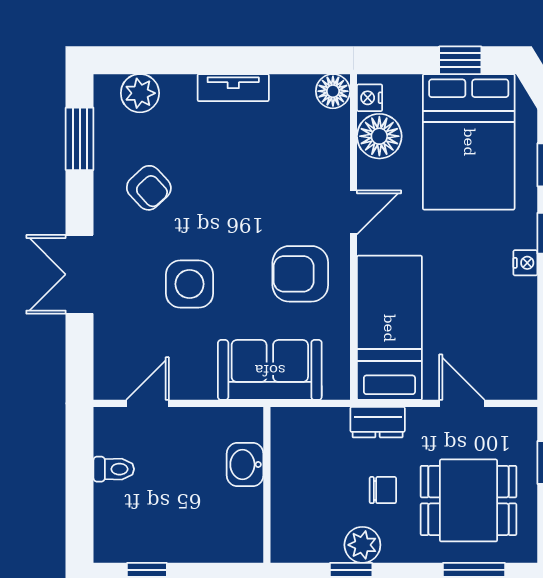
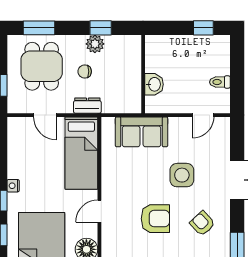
armchair: (300, 274) -> (155, 219), moved
dining table: (469, 500) -> (42, 66), turned 90

